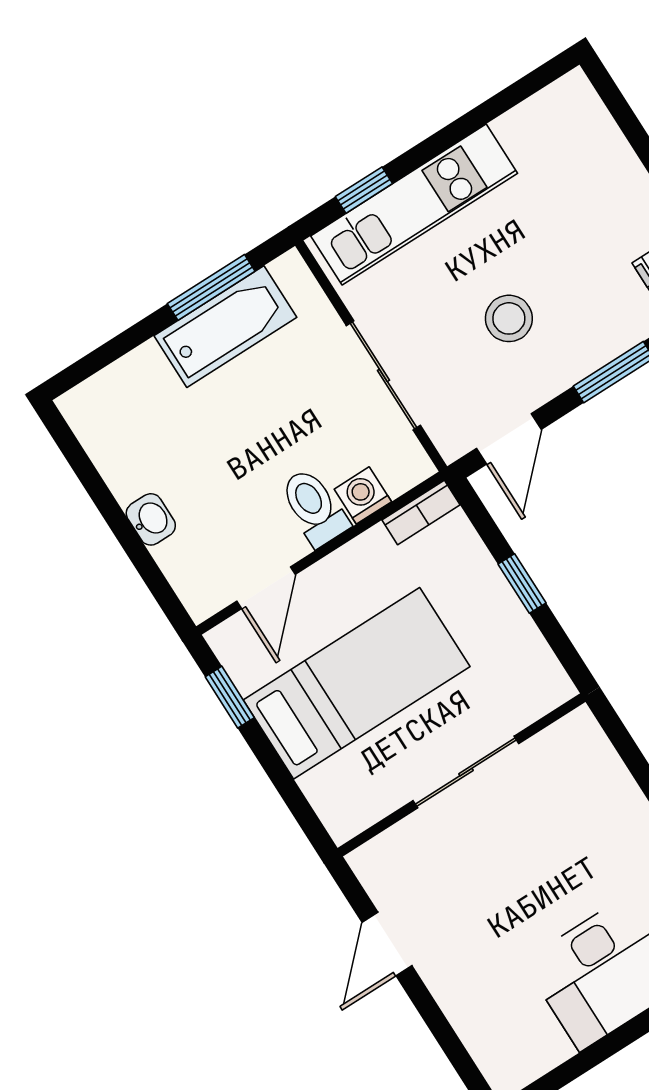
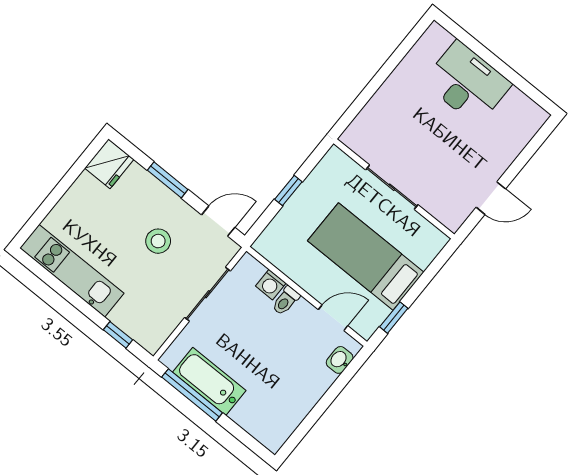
kitchen unit: (414, 205) -> (72, 271), moved
window: (211, 287) -> (192, 395), width x1.44
toilet: (314, 507) -> (286, 301), width x0.73, depth x0.72
bookcase: (421, 512) -> (270, 253), removed
washbasin: (151, 519) -> (340, 360), moved

